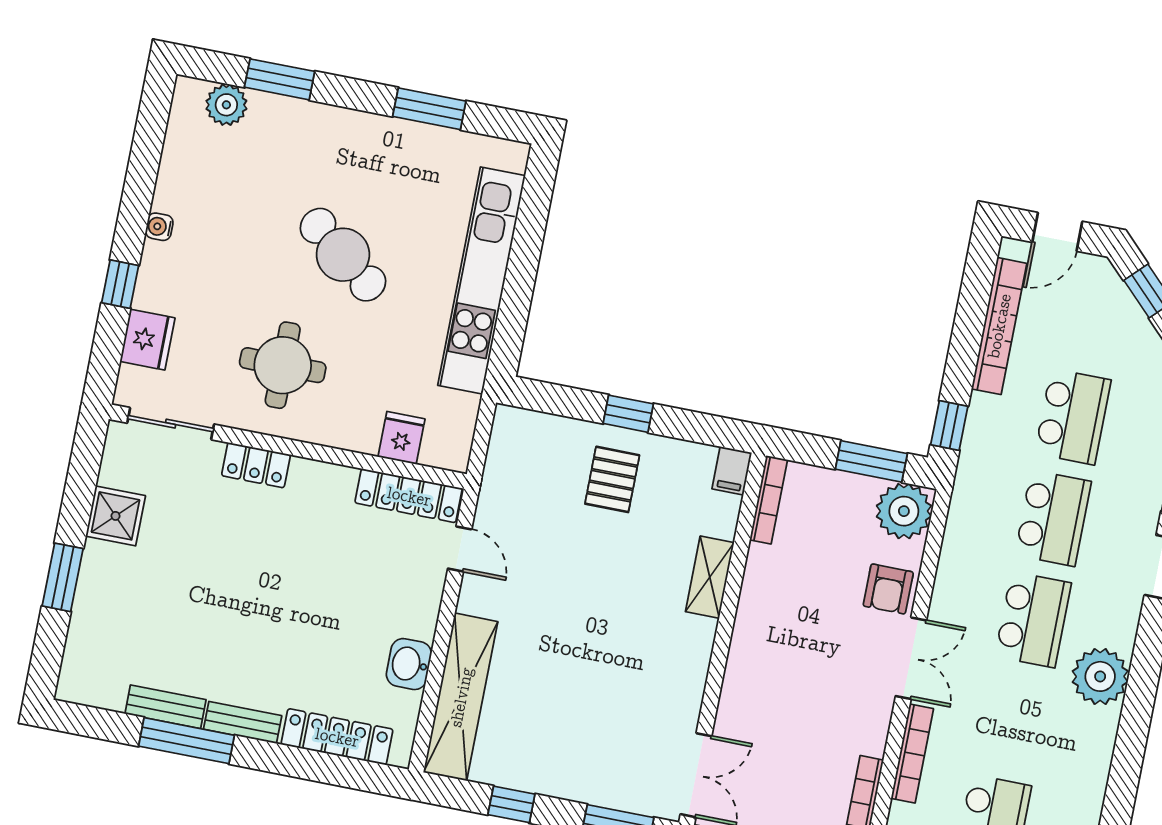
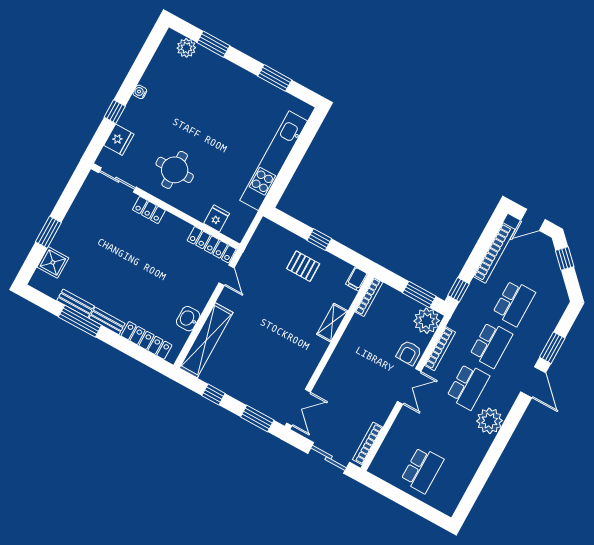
cafe table: (343, 255) -> (217, 130), removed
pallet: (612, 479) -> (303, 266), turned 90
shower: (116, 516) -> (53, 262), moved
bookcase: (912, 754) -> (440, 349), moved

